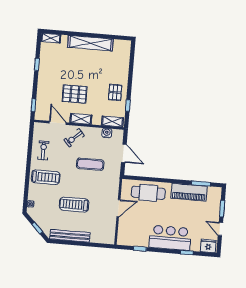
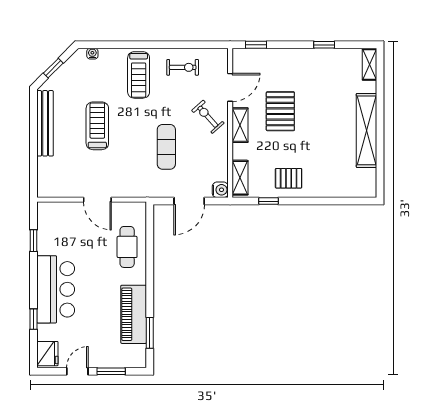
water cooler: (107, 133) -> (220, 190), moved
cafe table: (148, 193) -> (127, 247), width x0.73, depth x0.74

